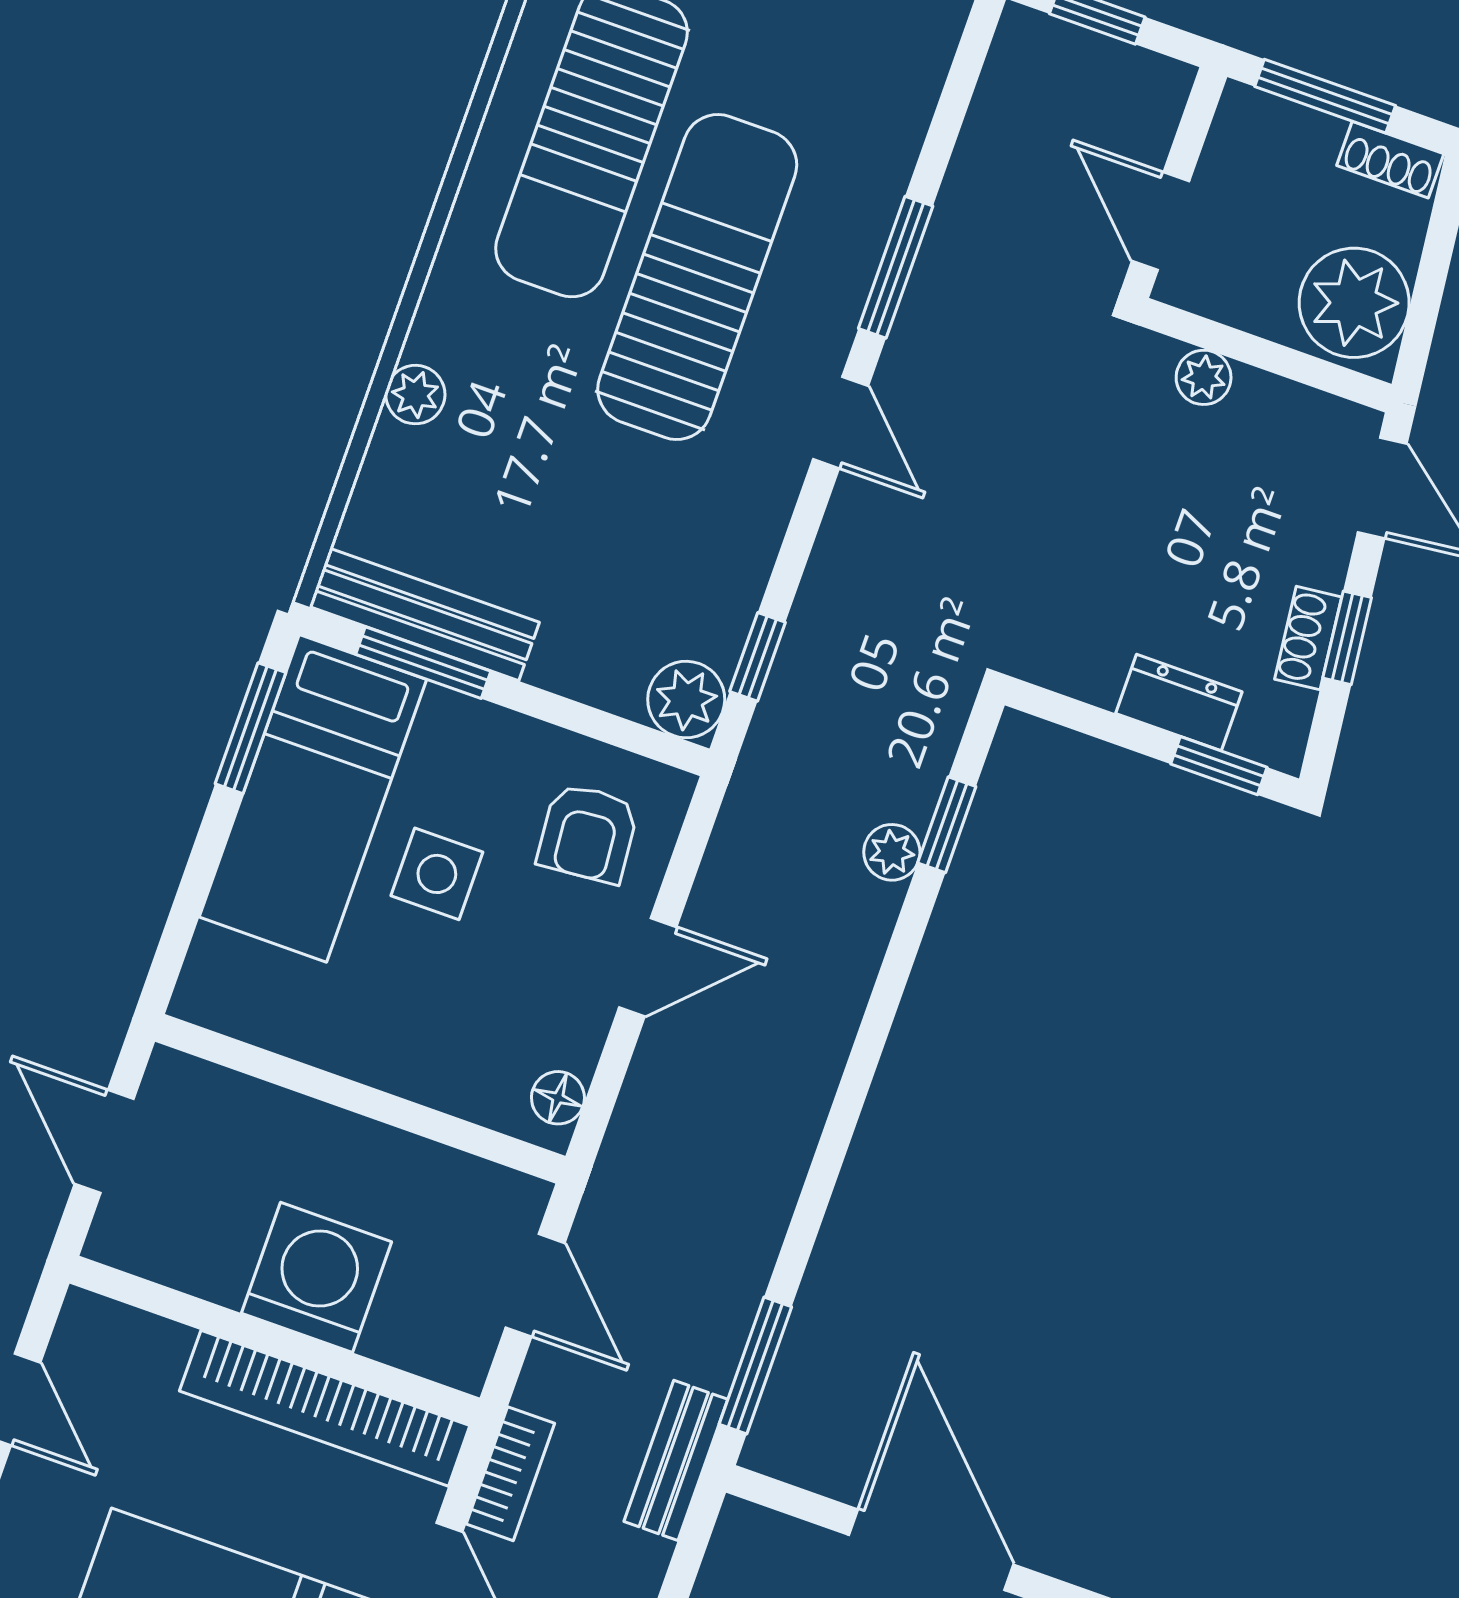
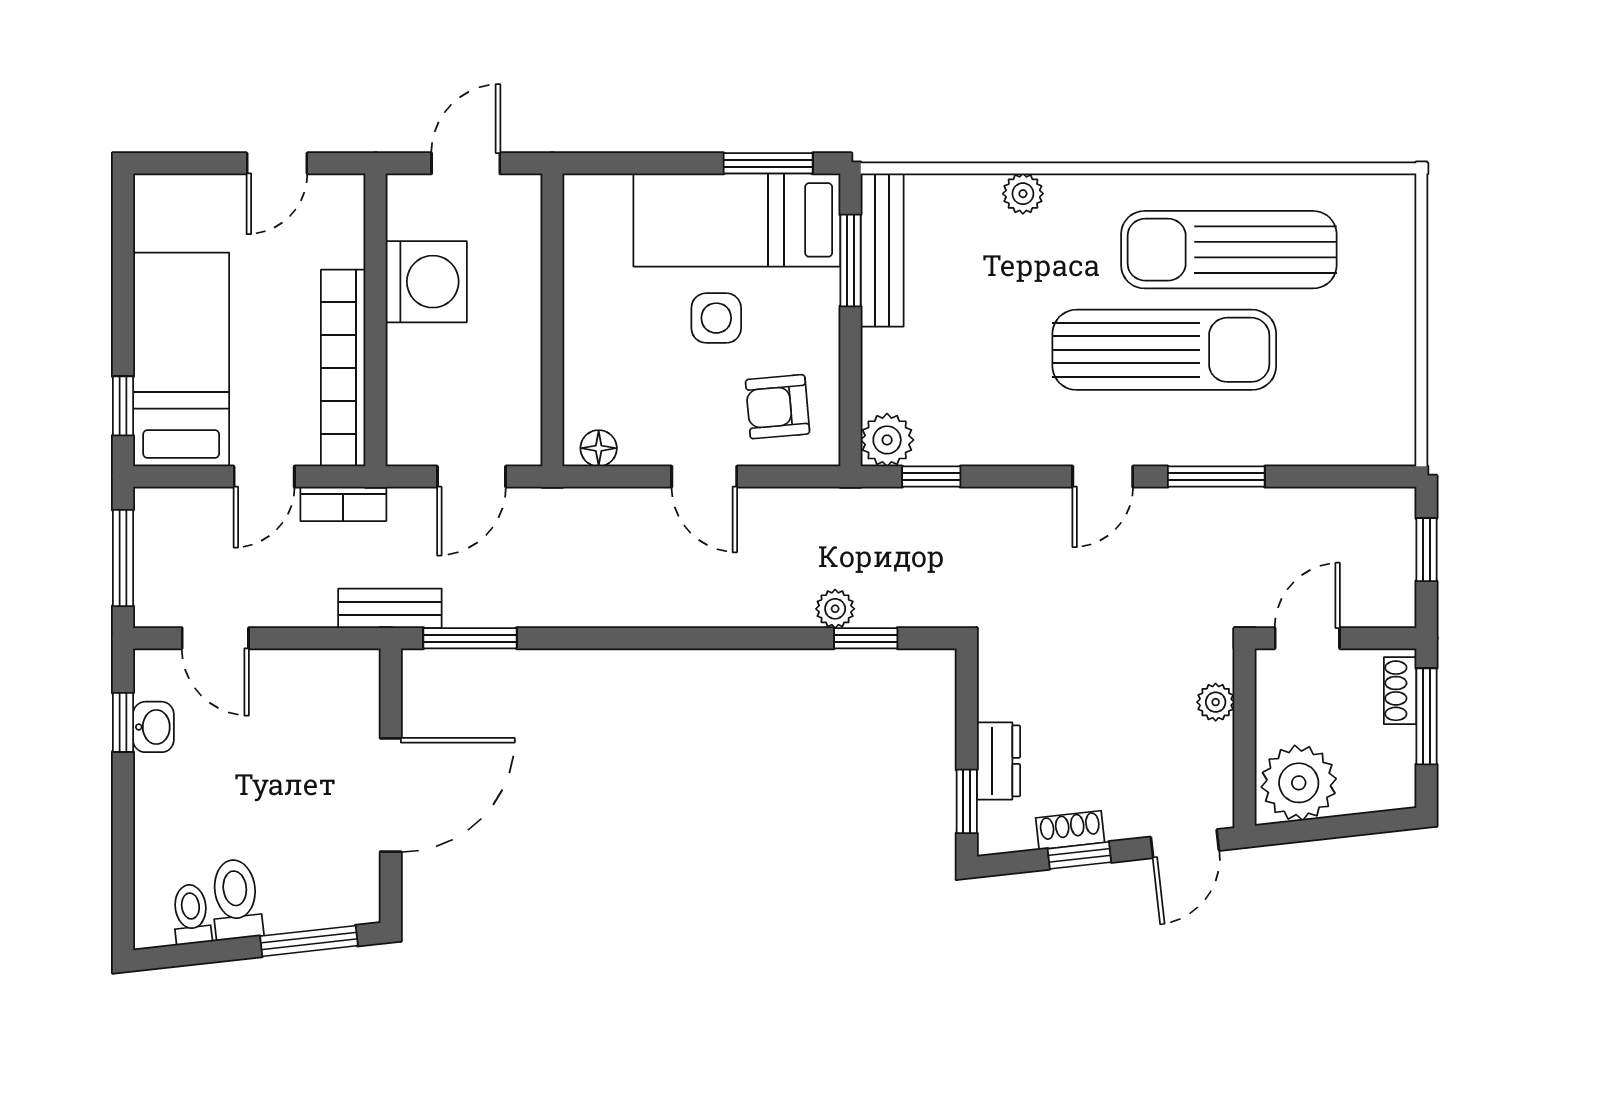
shoe rack: (1390, 160) -> (1400, 691), moved
washing machine: (317, 1277) -> (426, 282), moved

